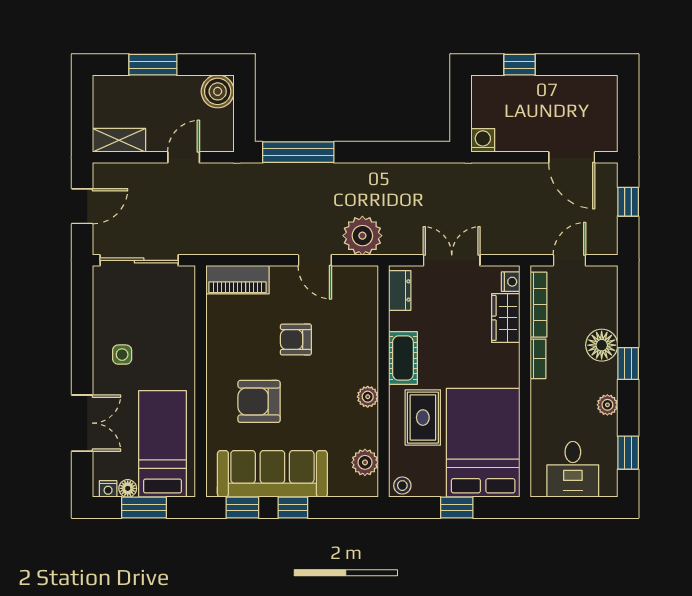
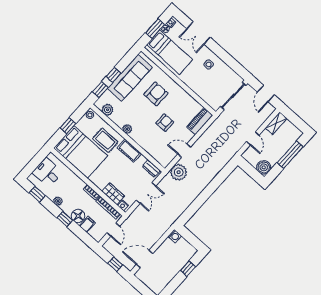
window: (153, 65) -> (290, 155), width x1.44
window: (298, 152) -> (222, 176), removed
filing cabinet: (602, 315) -> (87, 224), added
window: (242, 508) -> (100, 90), moved

